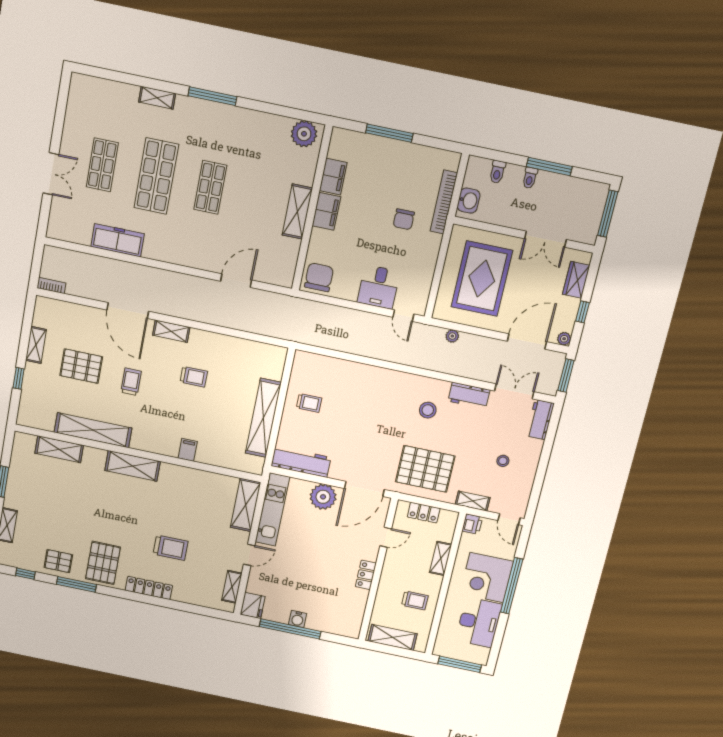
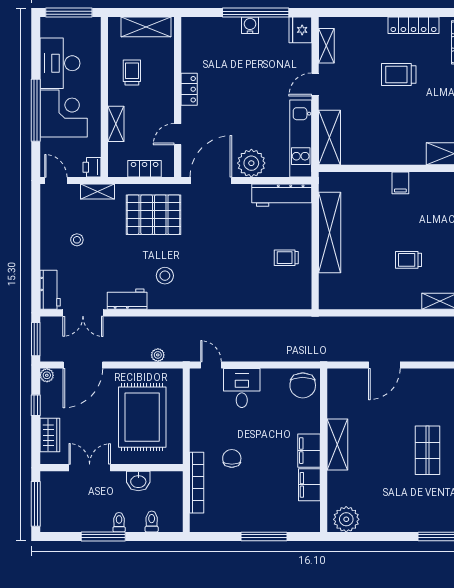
washbasin: (469, 201) -> (138, 481), moved, turned -90
trolley: (415, 600) -> (132, 73), turned 90

